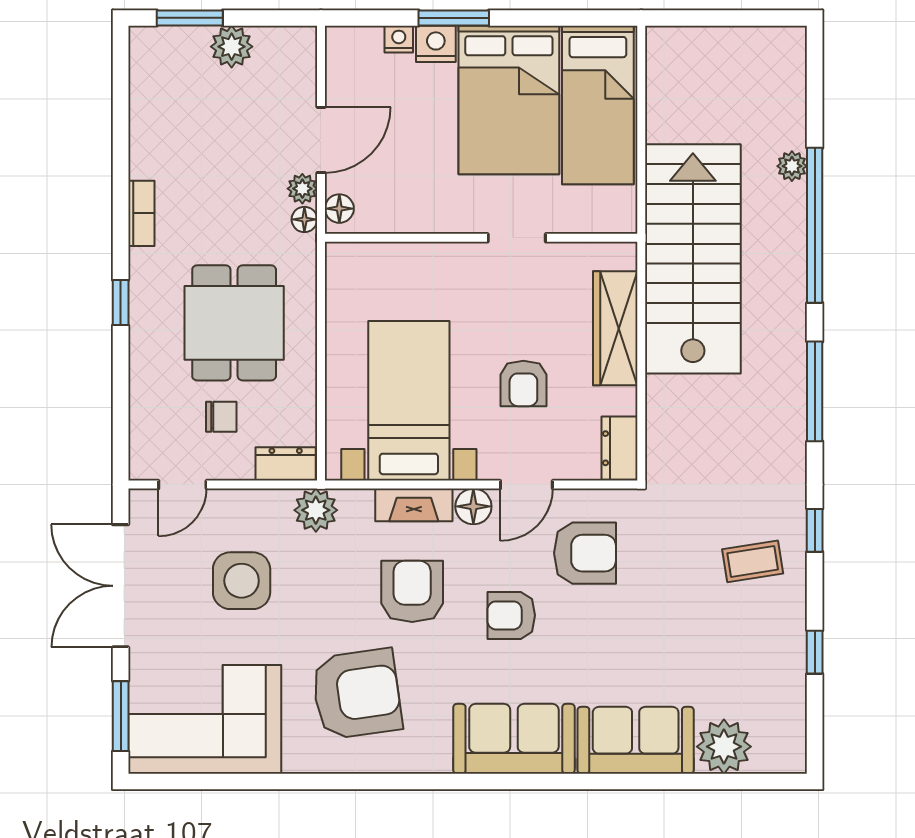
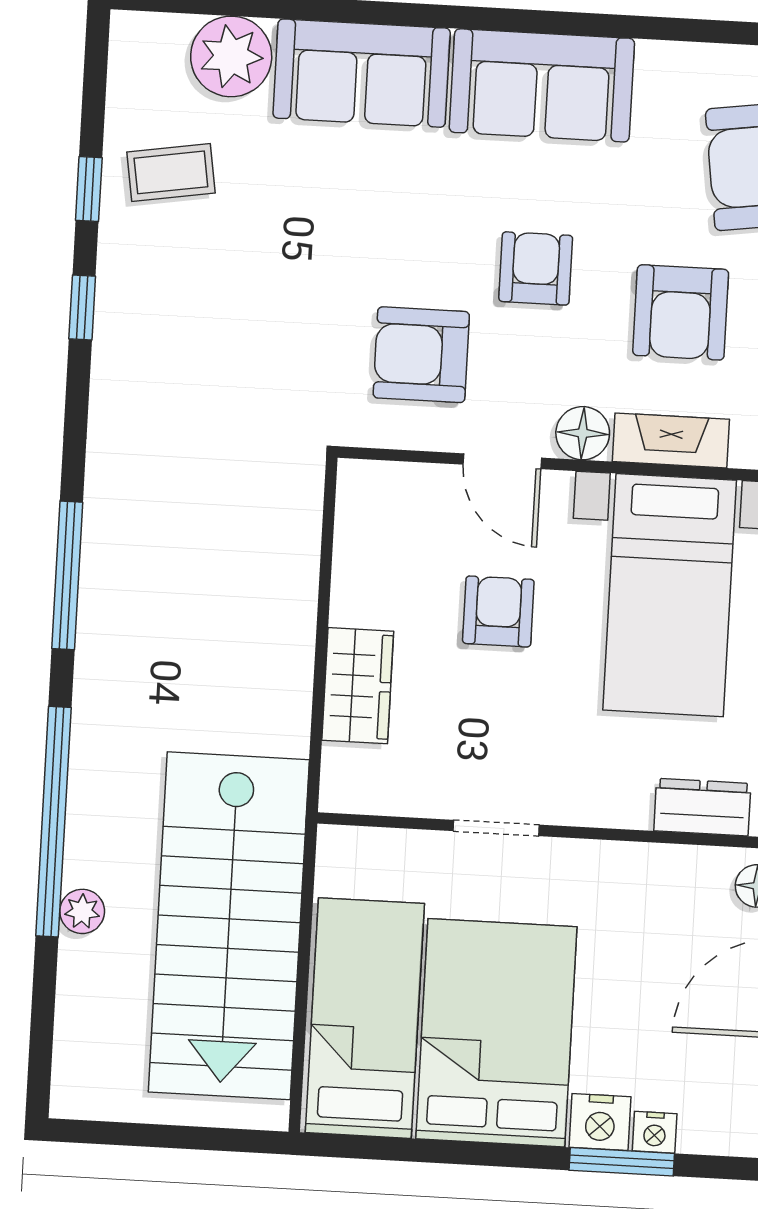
window: (454, 18) -> (622, 1162), moved
stairs: (693, 259) -> (229, 926), moved
wardrobe: (615, 328) -> (358, 686), width x0.67
dresser: (619, 448) -> (702, 807), moved, turned -90
door: (526, 485) -> (502, 461), swing flipped
window: (815, 530) -> (82, 308), moved
coffee table: (753, 561) -> (171, 172), moved
armchair: (511, 615) -> (536, 268), turned -90

